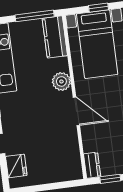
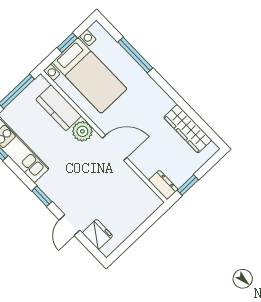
kitchen counter: (55, 37) -> (59, 108), moved

